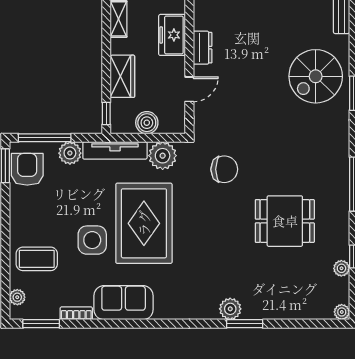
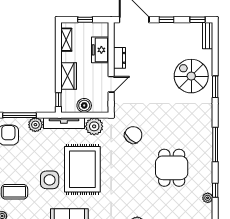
spiral stairs: (316, 76) -> (191, 76), turned 90
chair: (224, 169) -> (133, 135), turned -48
dining table: (285, 221) -> (172, 168), turned 90

